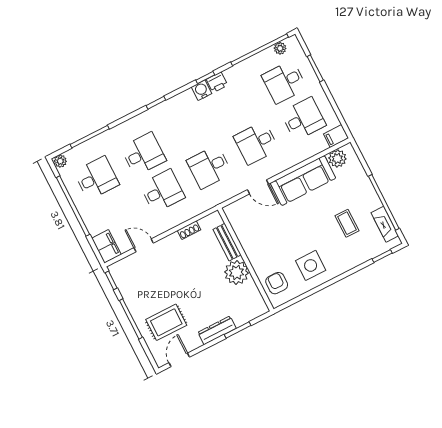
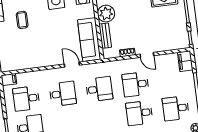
plant: (337, 158) -> (13, 65), removed
sofa: (303, 181) -> (89, 40), moved, turned -90
door: (144, 245) -> (147, 55), moved

